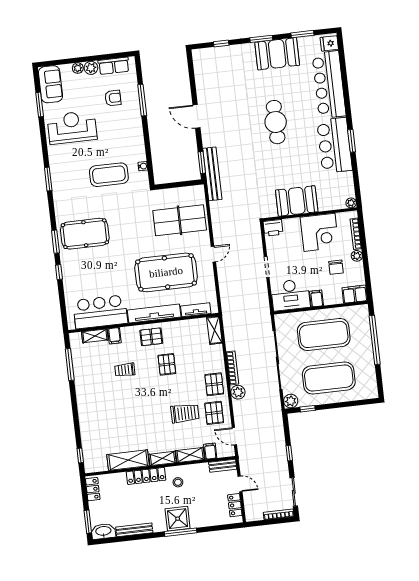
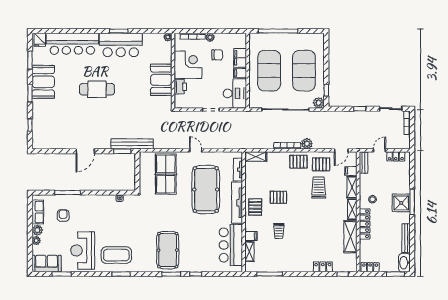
coffee table: (109, 175) -> (116, 255), moved, turned 90
printer: (273, 228) -> (180, 87), moved
filing cabinet: (355, 294) -> (240, 58), moved
locker: (86, 430) -> (323, 267), added

